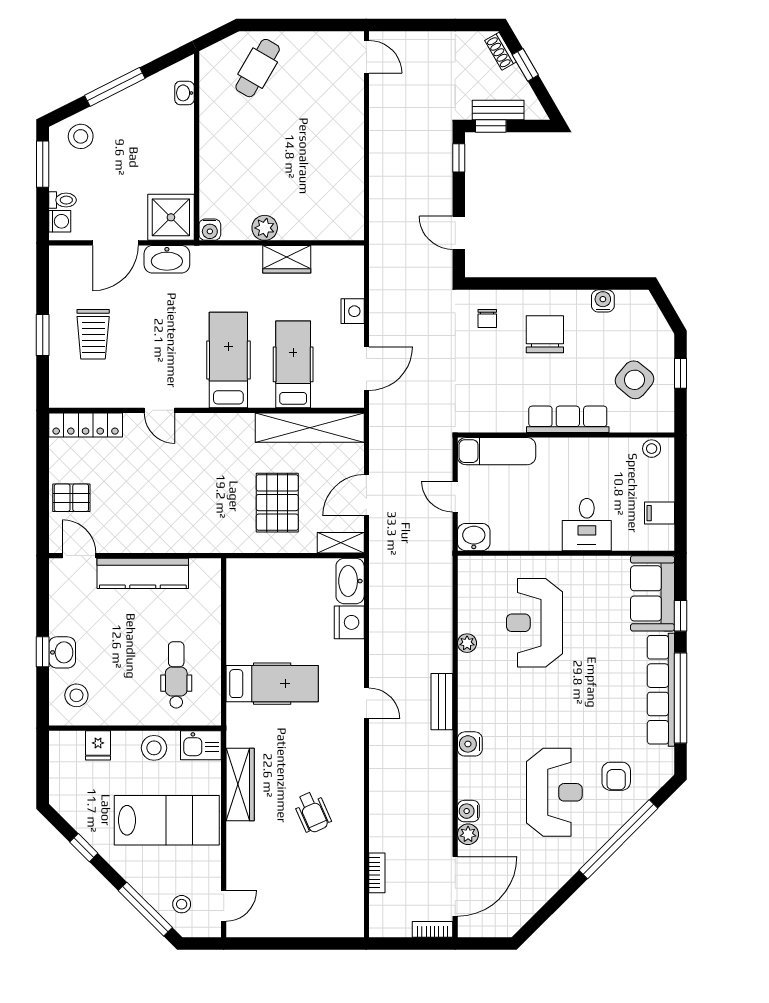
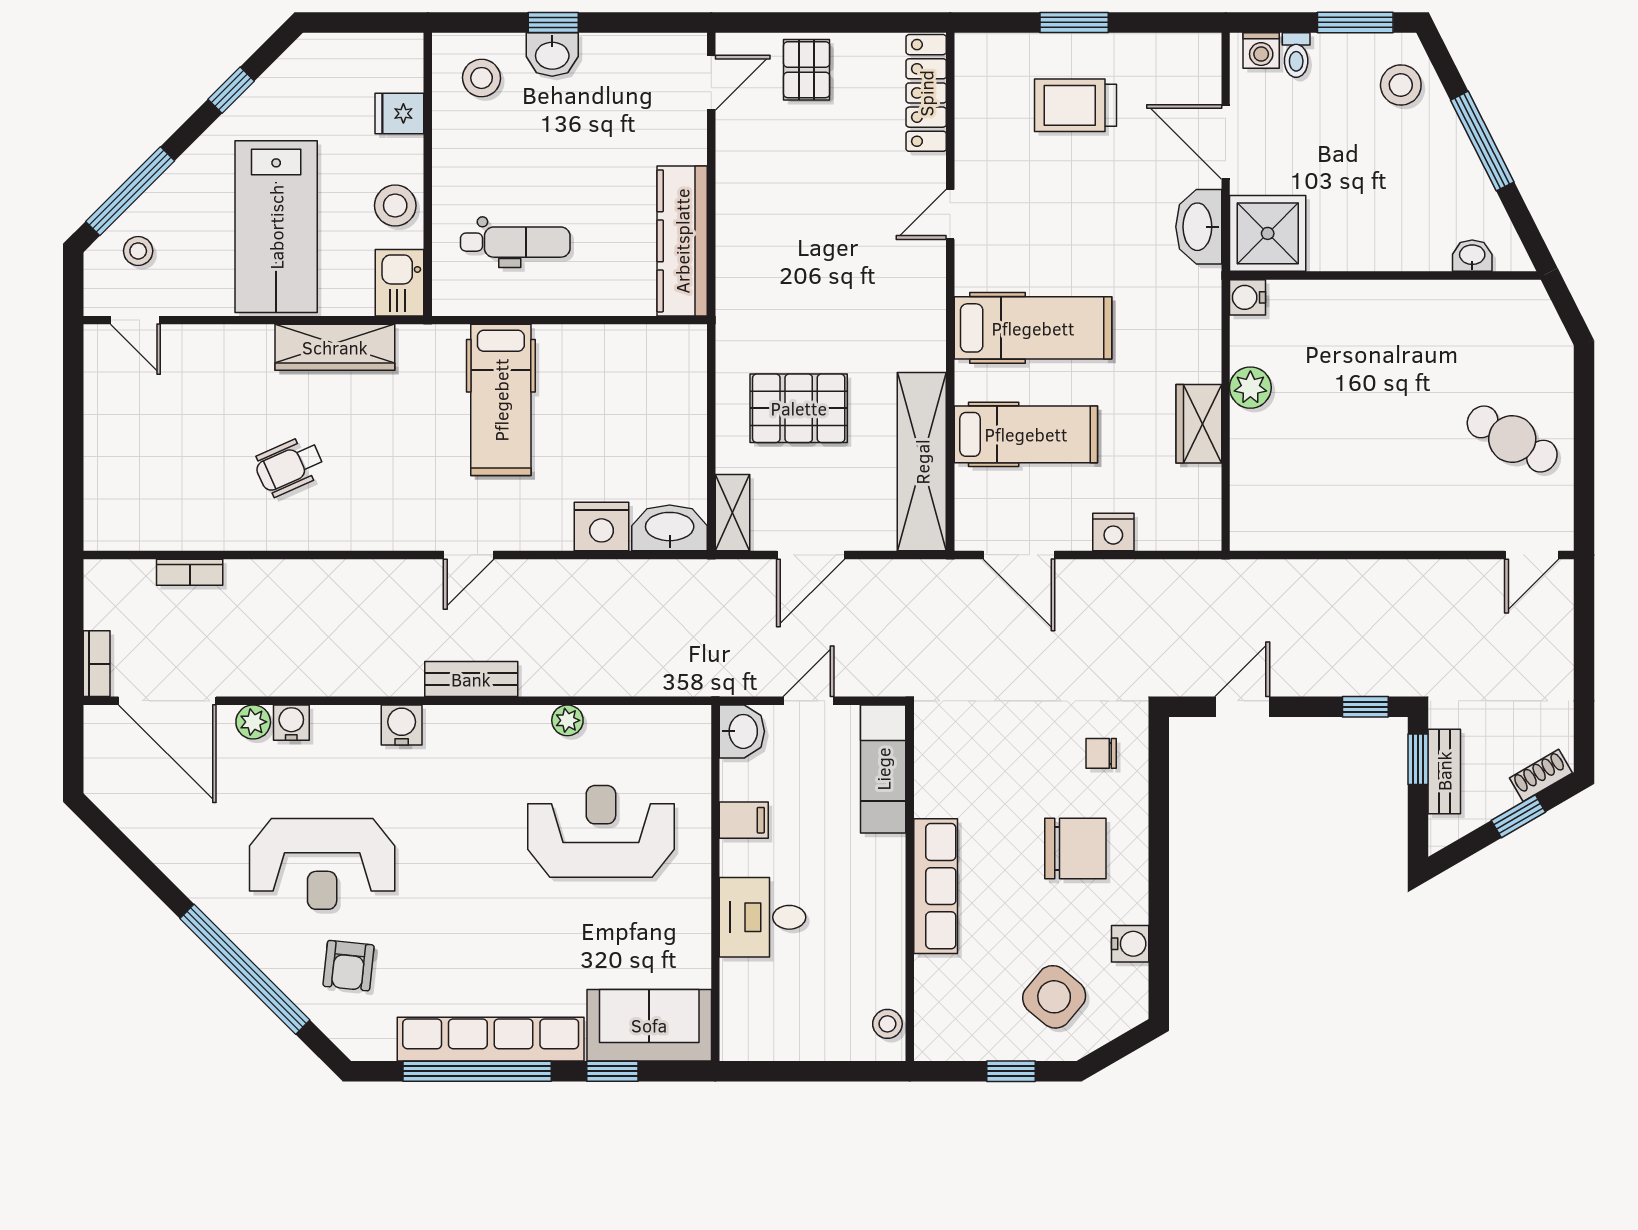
cafe table: (258, 68) -> (1512, 439), moved
side table: (634, 380) -> (1054, 997), moved
door: (366, 495) -> (811, 555), swing flipped
filing cabinet: (659, 513) -> (744, 820), moved, turned 90
kitchen counter: (143, 573) -> (682, 241), moved
armchair: (616, 776) -> (349, 966), turned -84

